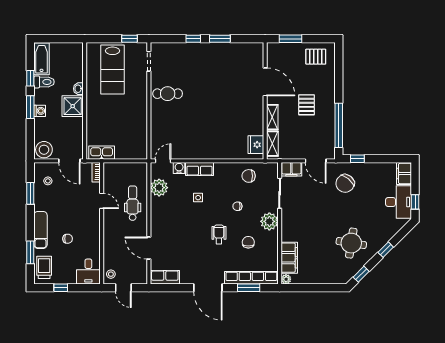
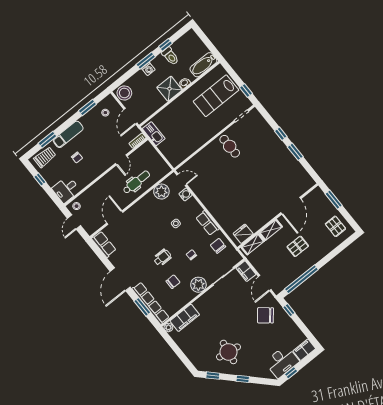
bathtub: (42, 59) -> (203, 65), moved, turned 180
row of seats: (199, 169) -> (207, 223), moved

